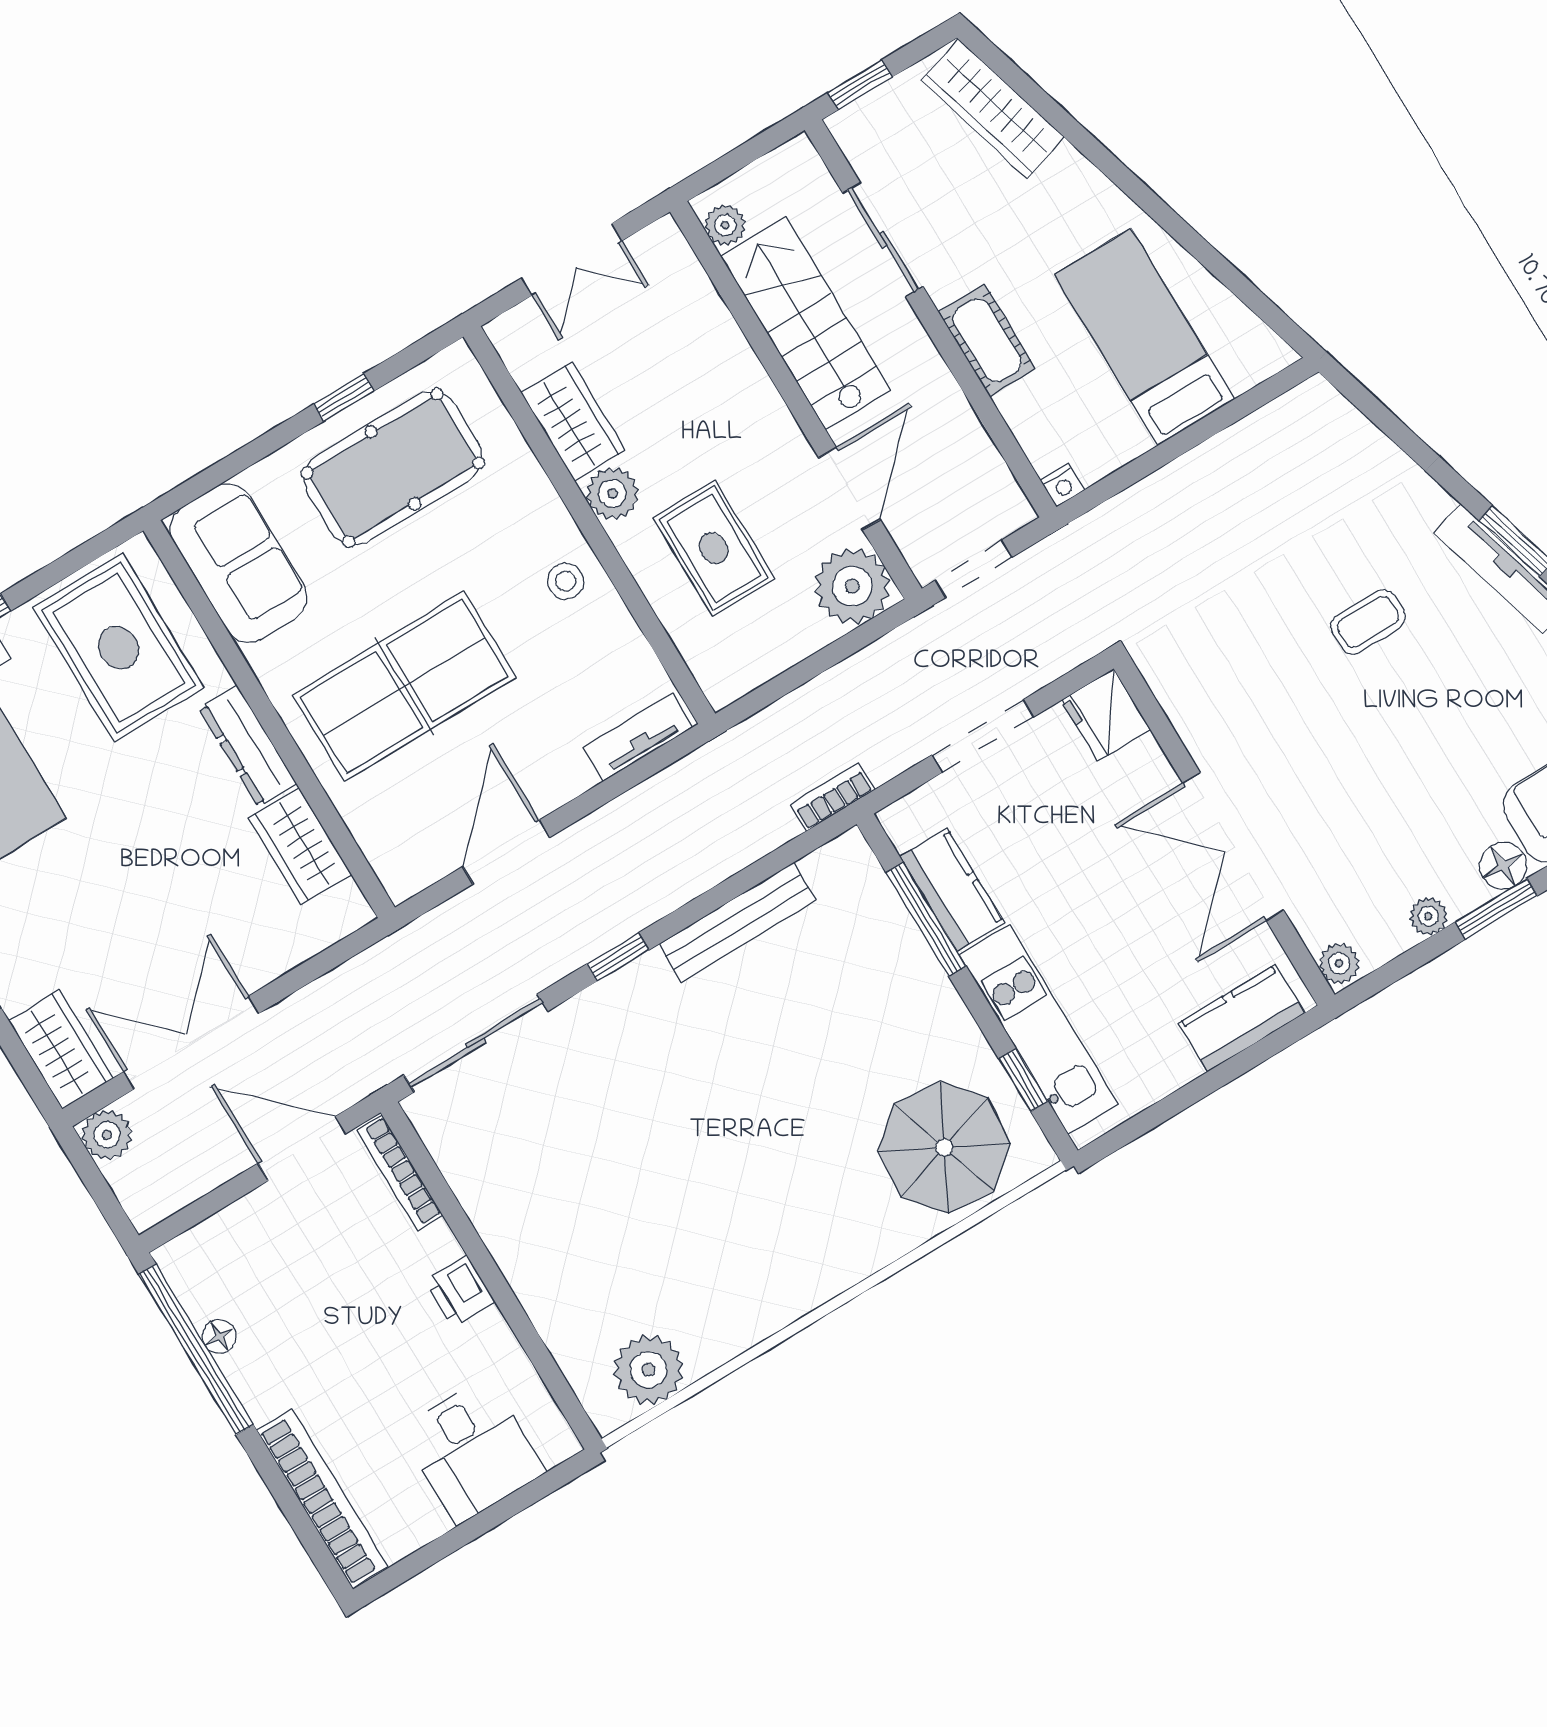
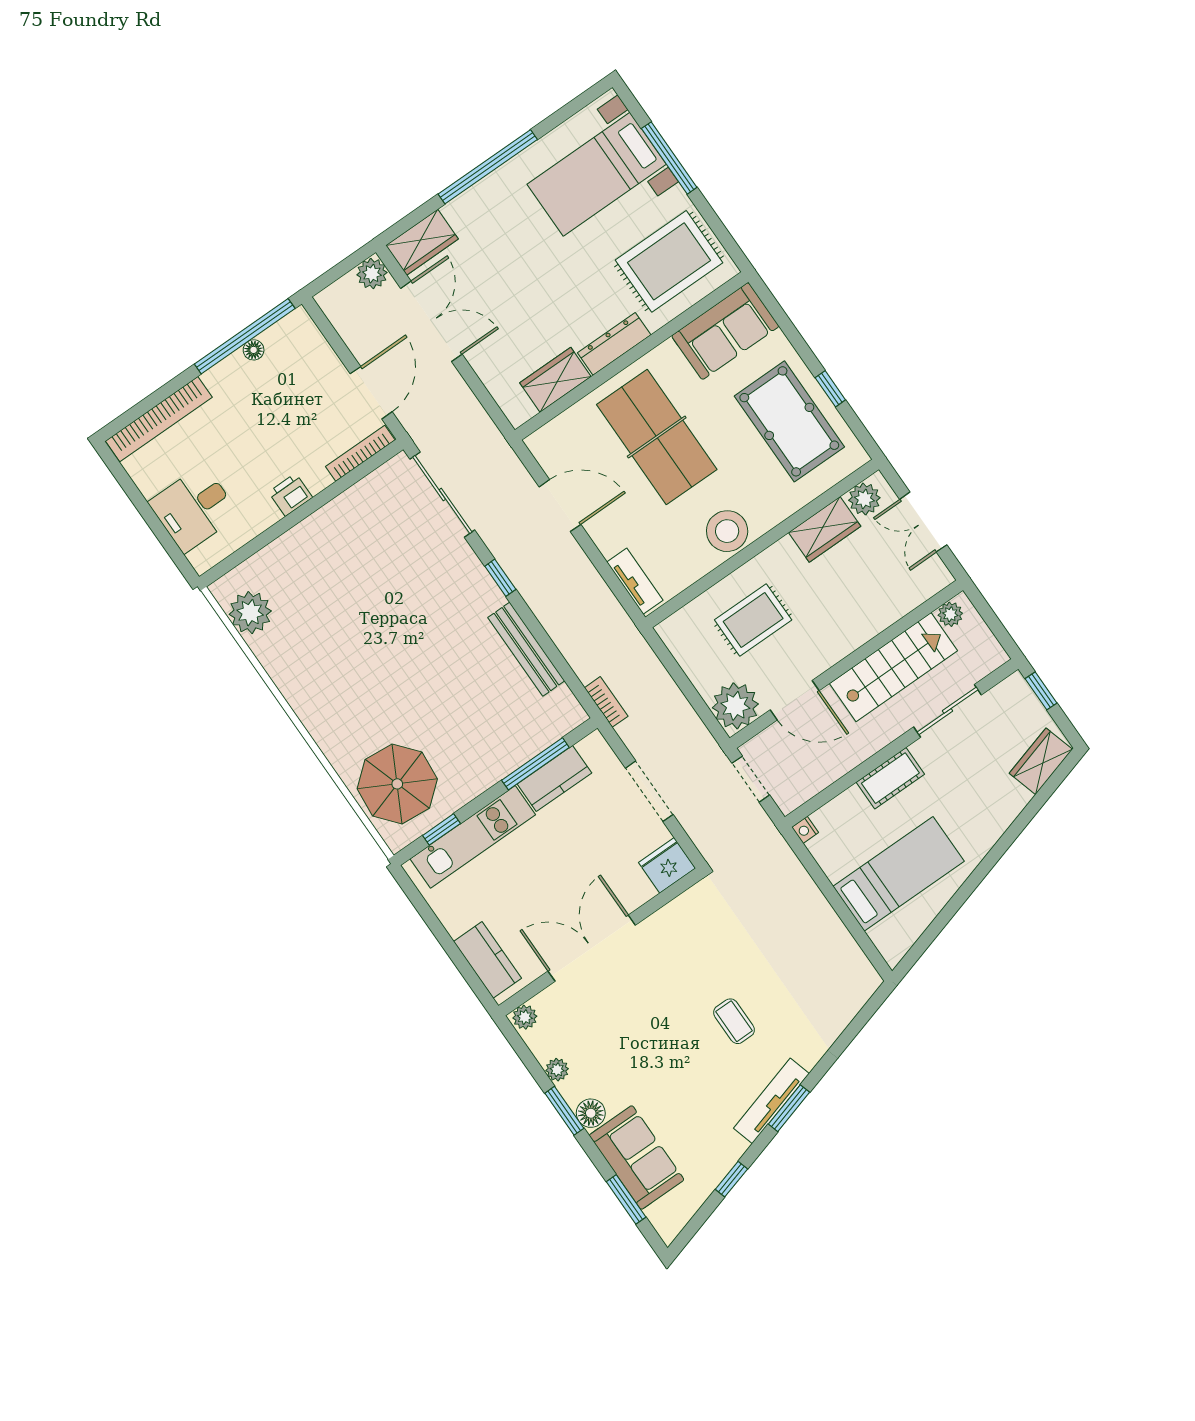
wardrobe: (993, 109) -> (1041, 761), width x0.67
plant: (613, 493) -> (864, 499), moved
stool: (566, 581) -> (727, 531), width x1.89, depth x1.89

